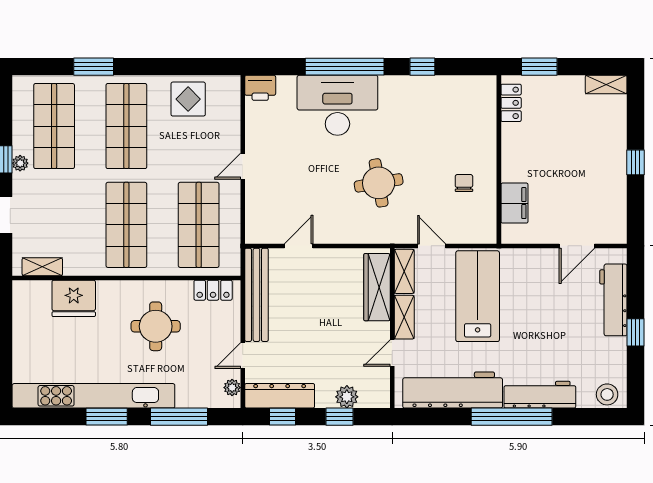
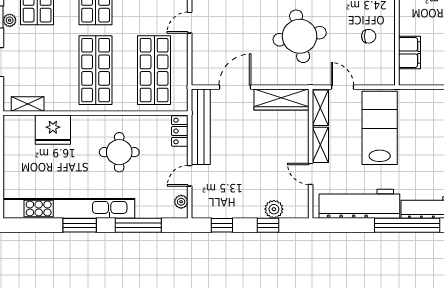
round table: (379, 183) -> (300, 36), width x1.36, depth x1.36
chair: (464, 183) -> (369, 36), turned 90
door: (299, 246) -> (235, 87), width x1.38
wardrobe: (377, 287) -> (282, 99), moved, turned -90
locker: (213, 290) -> (180, 131), moved, turned 90
door: (392, 353) -> (311, 174), hinge flipped
dresser: (280, 396) -> (220, 208), removed

